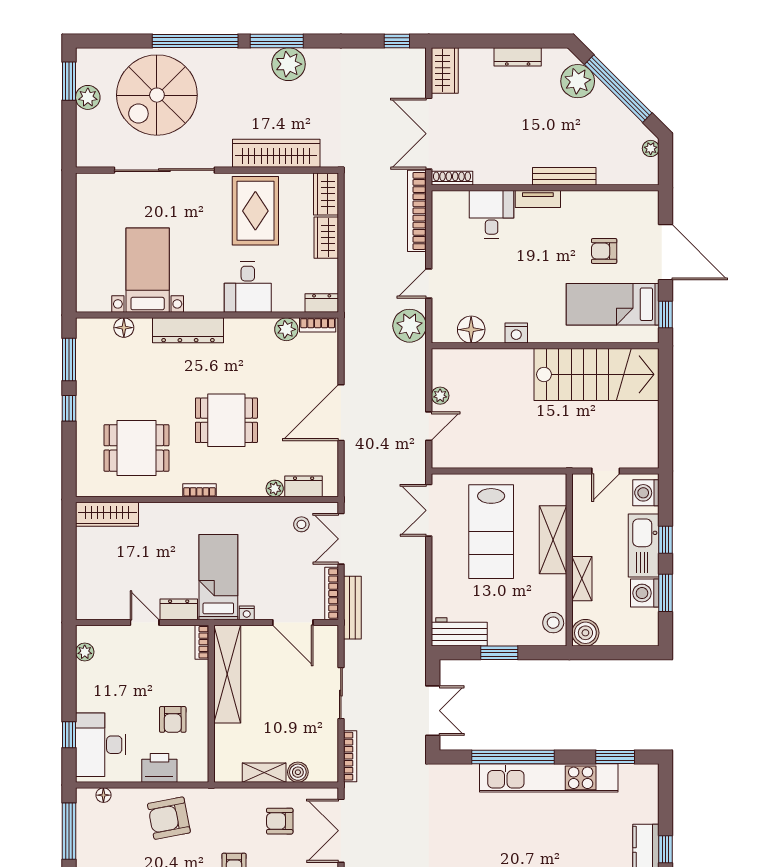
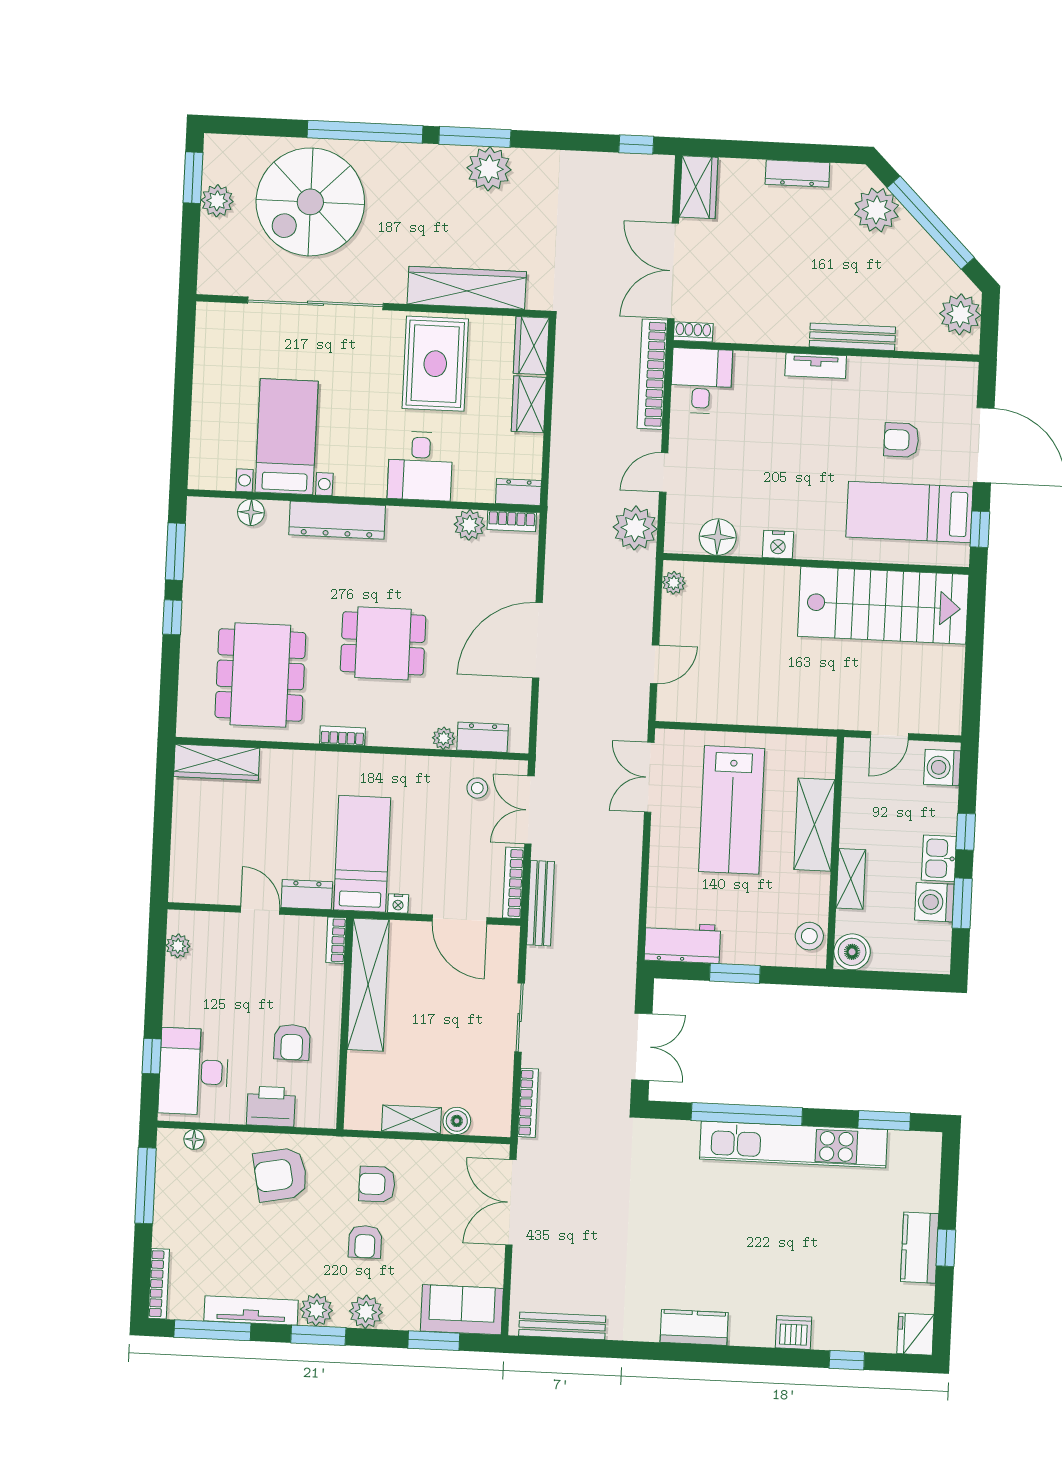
plant: (651, 148) -> (960, 314), width x1.87, depth x1.87
shoe rack: (452, 178) -> (693, 332), width x0.70
desk: (492, 214) -> (701, 381), moved
plant: (440, 396) -> (674, 583), moved
dining table: (136, 448) -> (260, 675), width x1.38
kitchen sink: (644, 546) -> (939, 858), width x0.53, depth x0.81
armchair: (280, 821) -> (377, 1184), moved

